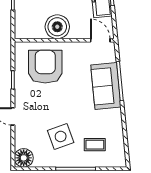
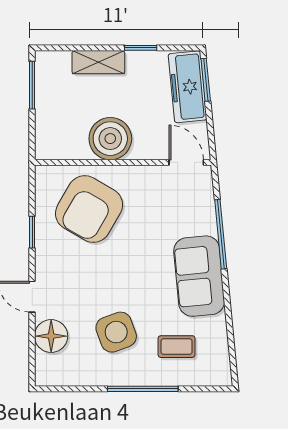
armchair: (45, 67) -> (89, 209), turned -150
sofa: (106, 86) -> (199, 276), moved
floor lamp: (24, 158) -> (51, 336), moved

